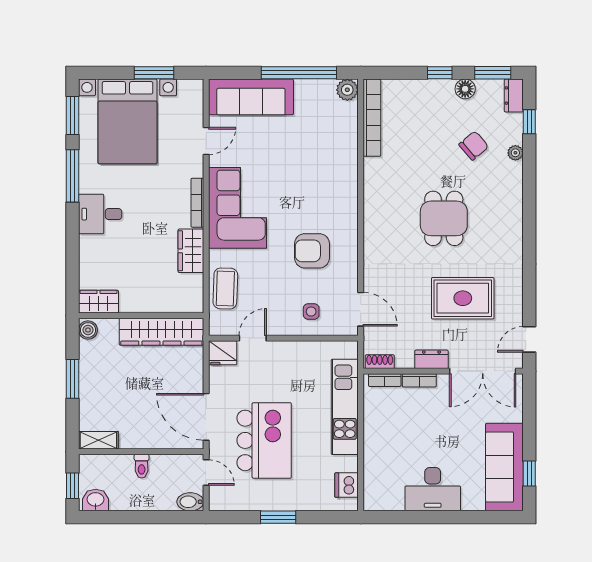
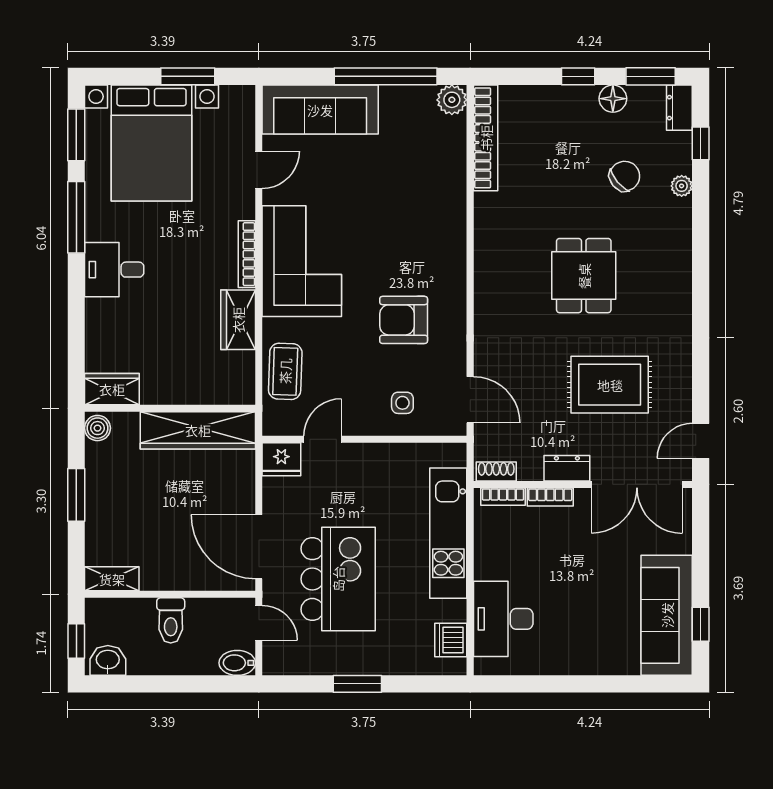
toilet: (142, 466) -> (171, 620), width x1.37, depth x1.39
desk: (433, 489) -> (503, 619), moved, turned 90

